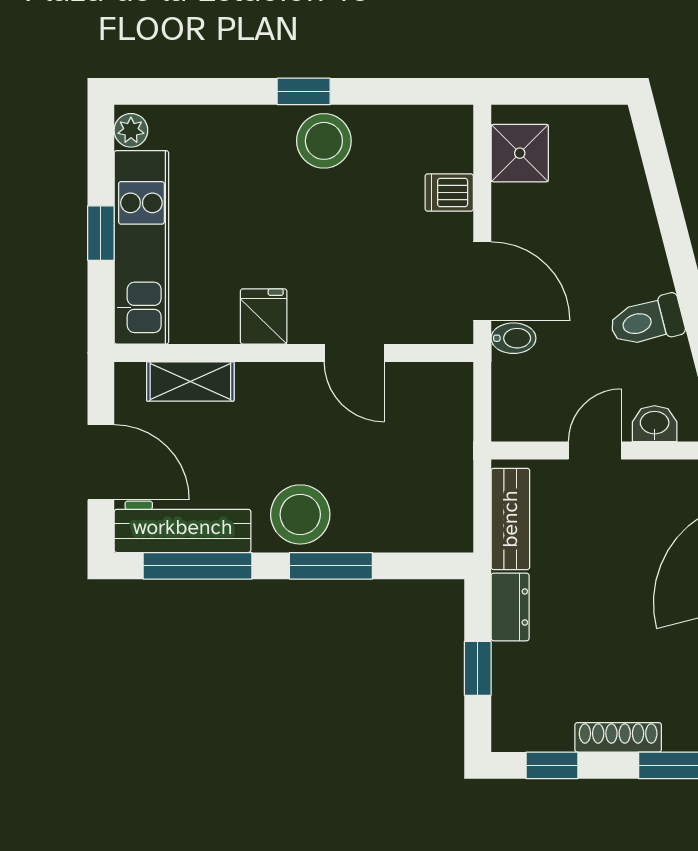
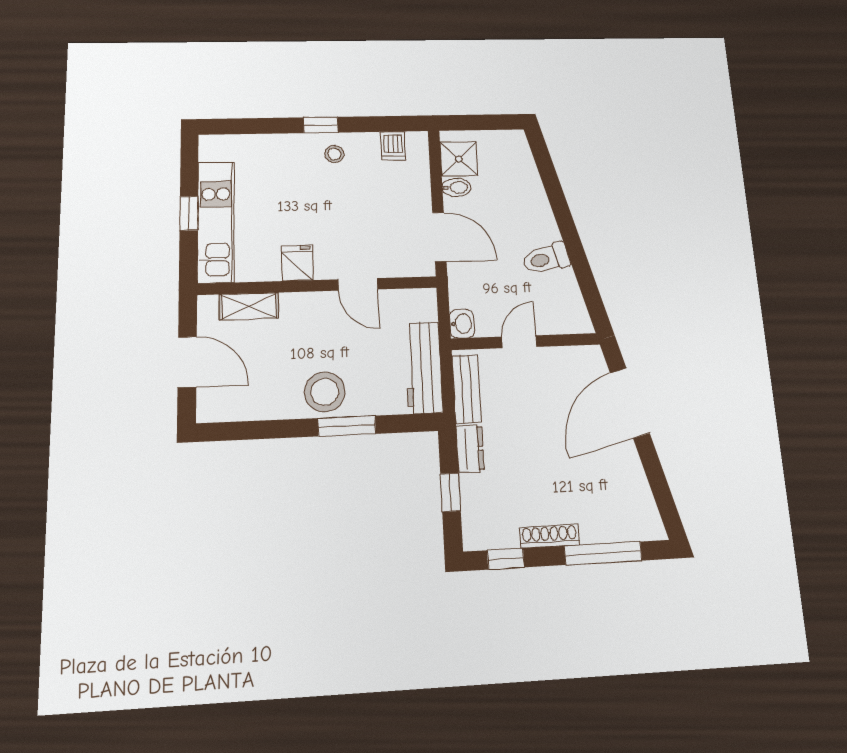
plant: (131, 130) -> (209, 150), removed
stool: (324, 141) -> (334, 154), width x0.53, depth x0.53
dishwasher: (449, 193) -> (393, 146), moved, turned -90
bidet: (513, 338) -> (457, 187), moved
washbasin: (655, 424) -> (462, 324), moved, turned 90
workbench: (183, 527) -> (424, 368), moved, turned -90
window: (198, 566) -> (254, 430), removed

